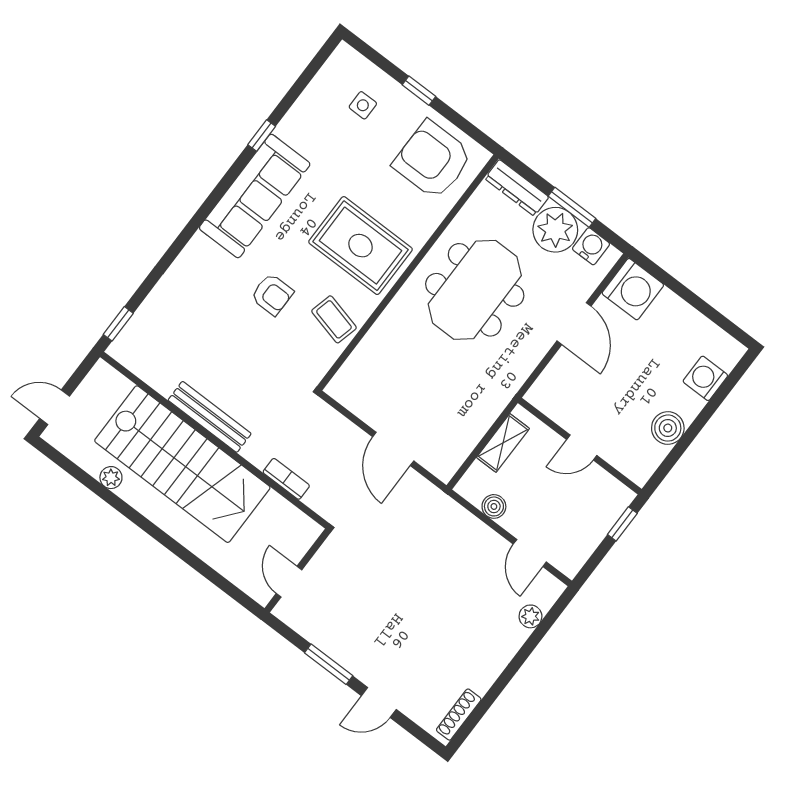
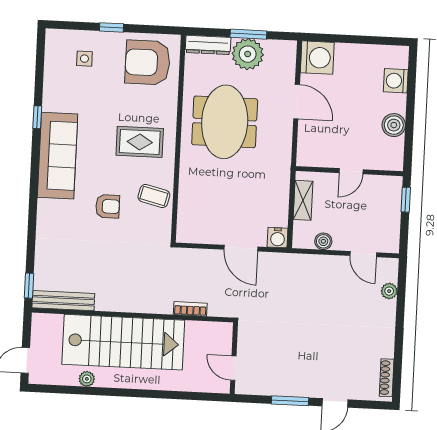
rug: (360, 246) -> (140, 142), width x0.73, depth x0.70
water cooler: (591, 246) -> (278, 238), moved, turned 180
bench: (210, 417) -> (63, 301), moved

